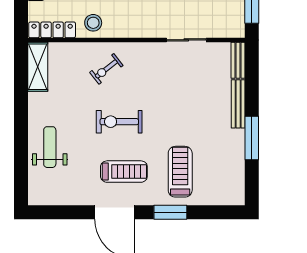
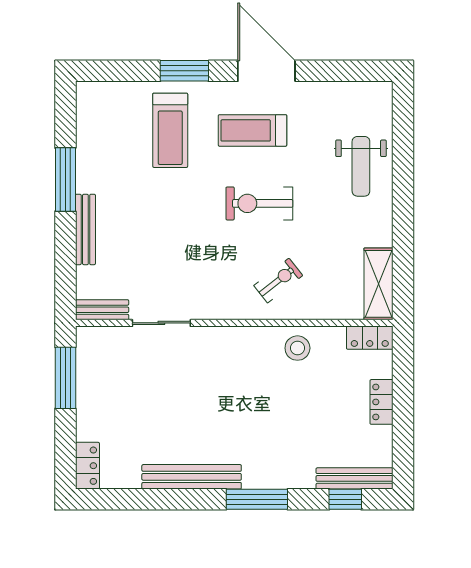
locker: (52, 30) -> (370, 338), width x0.66
bench: (238, 60) -> (102, 310), moved, turned 90
exercise bike: (119, 122) -> (259, 203), turned 180

